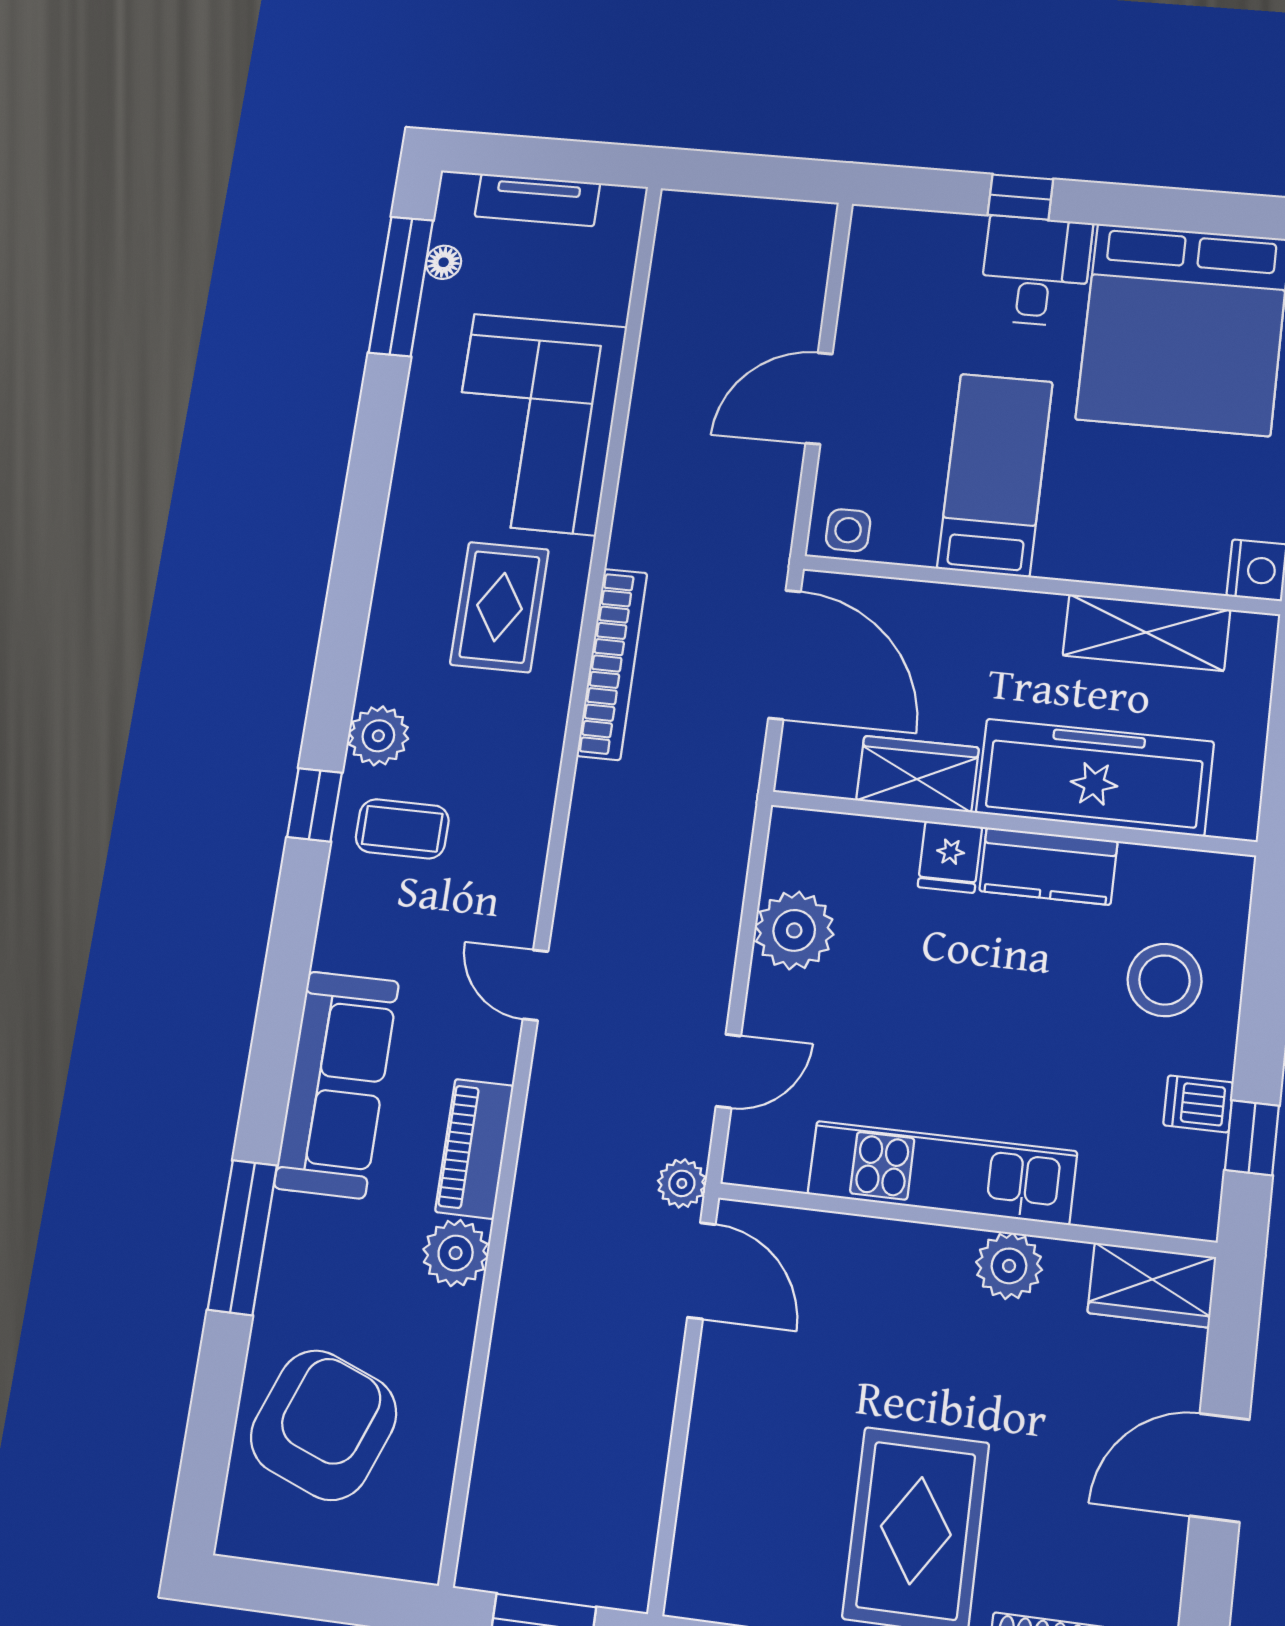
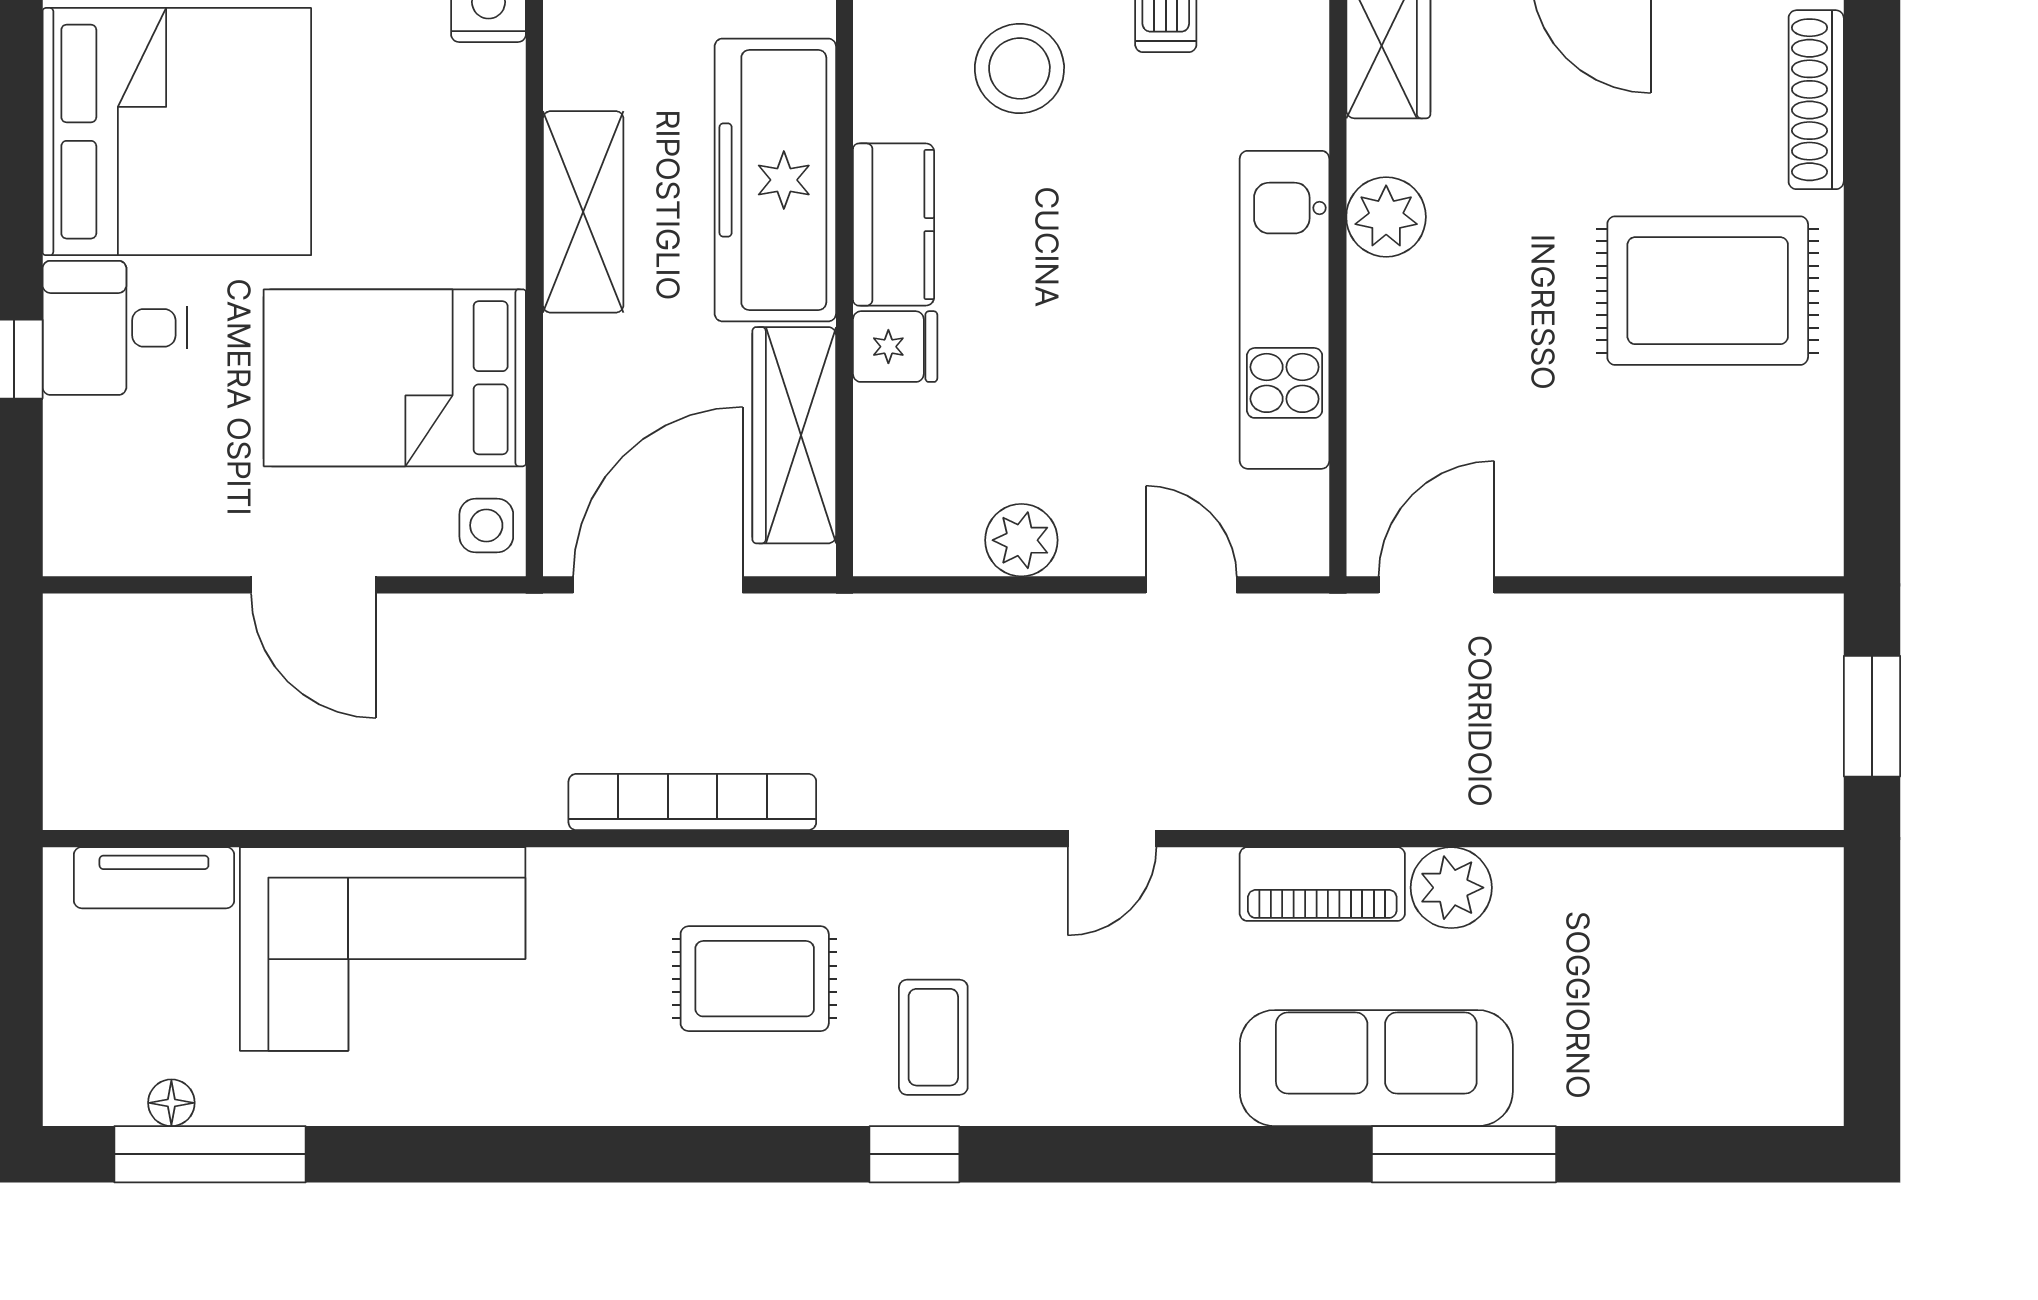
tv unit: (537, 200) -> (154, 878), moved, turned 90
bed: (995, 475) -> (395, 378), width x1.50
rug: (499, 607) -> (755, 979), moved
shelving: (1146, 633) -> (583, 212), moved
plant: (378, 736) -> (817, 1087), removed
wardrobe: (918, 774) -> (794, 435), width x1.50
plant: (794, 930) -> (1021, 540), width x0.73, depth x0.73
sofa: (337, 1084) -> (1376, 1068), moved
plant: (682, 1183) -> (1334, 623), removed
armchair: (323, 1425) -> (1675, 1017), removed

